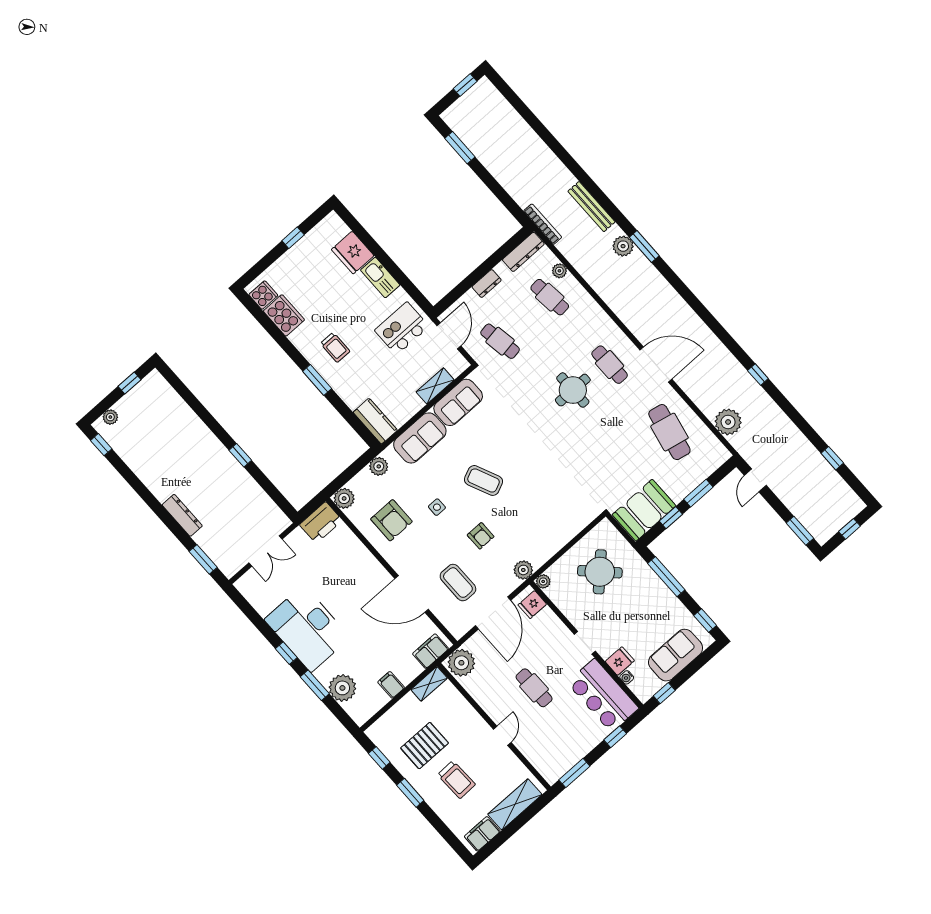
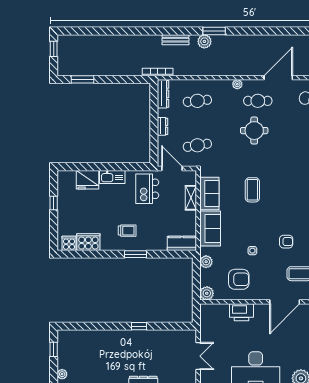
bench: (591, 207) -> (175, 40), width x0.73
plant: (559, 271) -> (237, 84), moved
coffee table: (483, 480) -> (252, 190), moved, turned -66
printer: (321, 522) -> (242, 312), moved, turned 90

